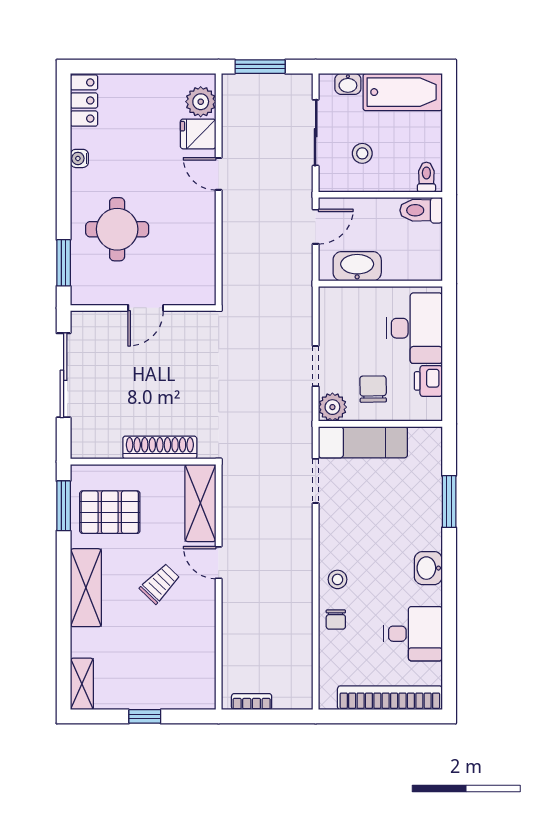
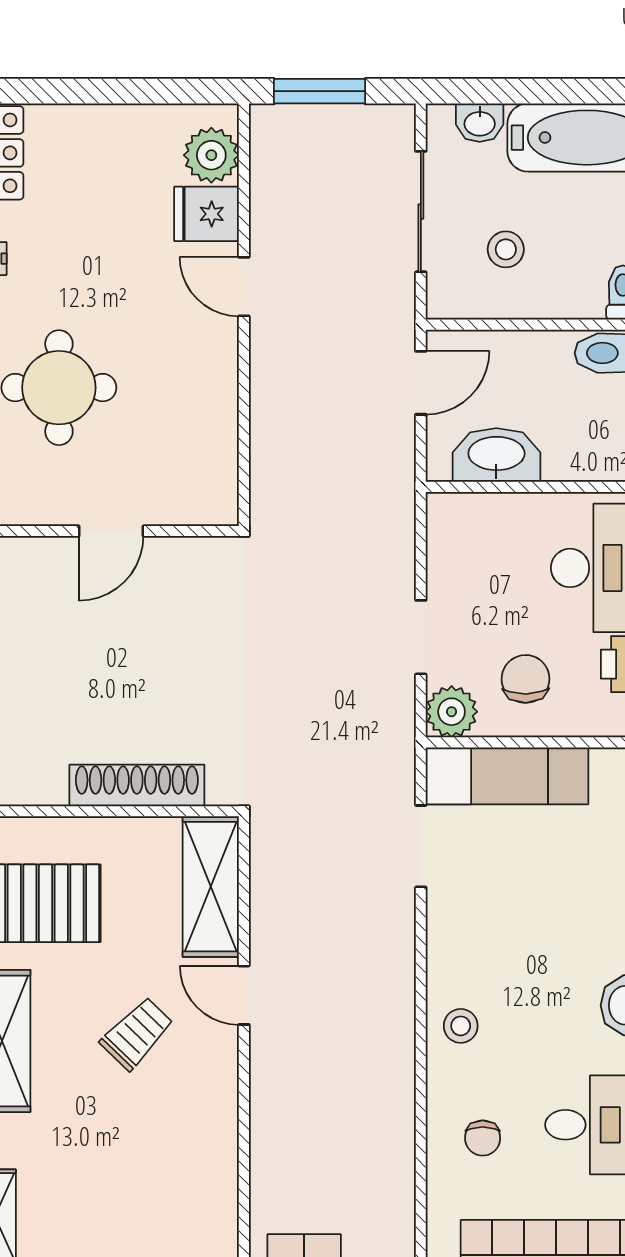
chair: (336, 620) -> (483, 1138), moved

